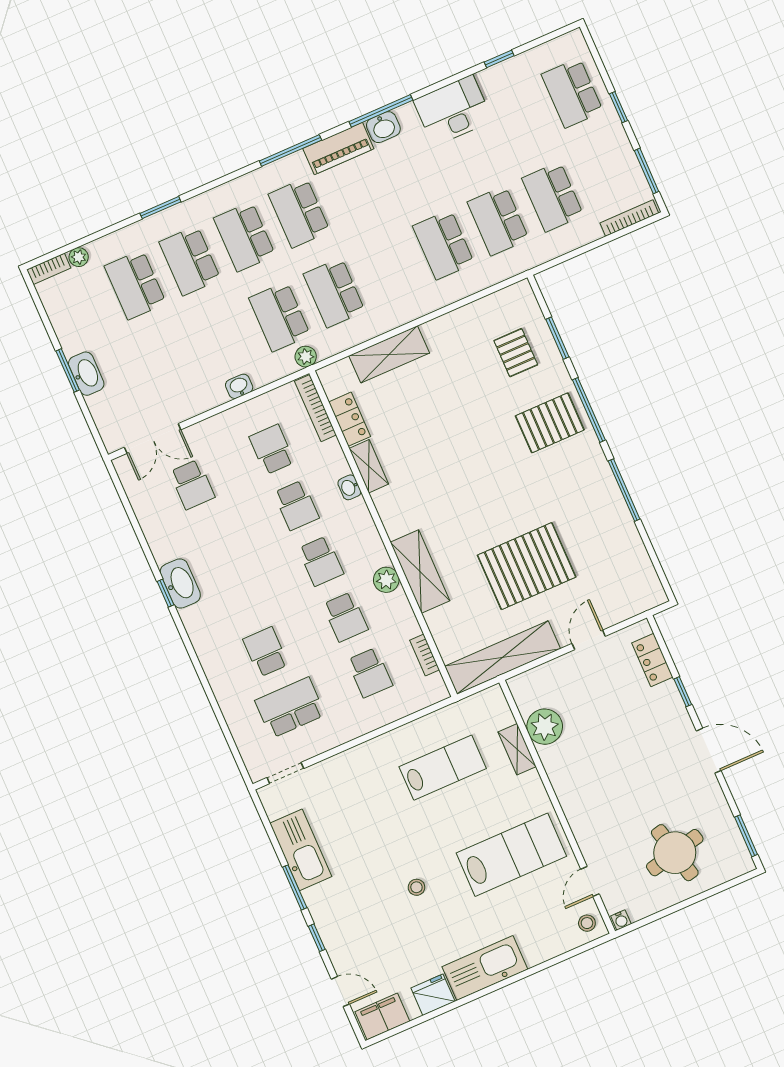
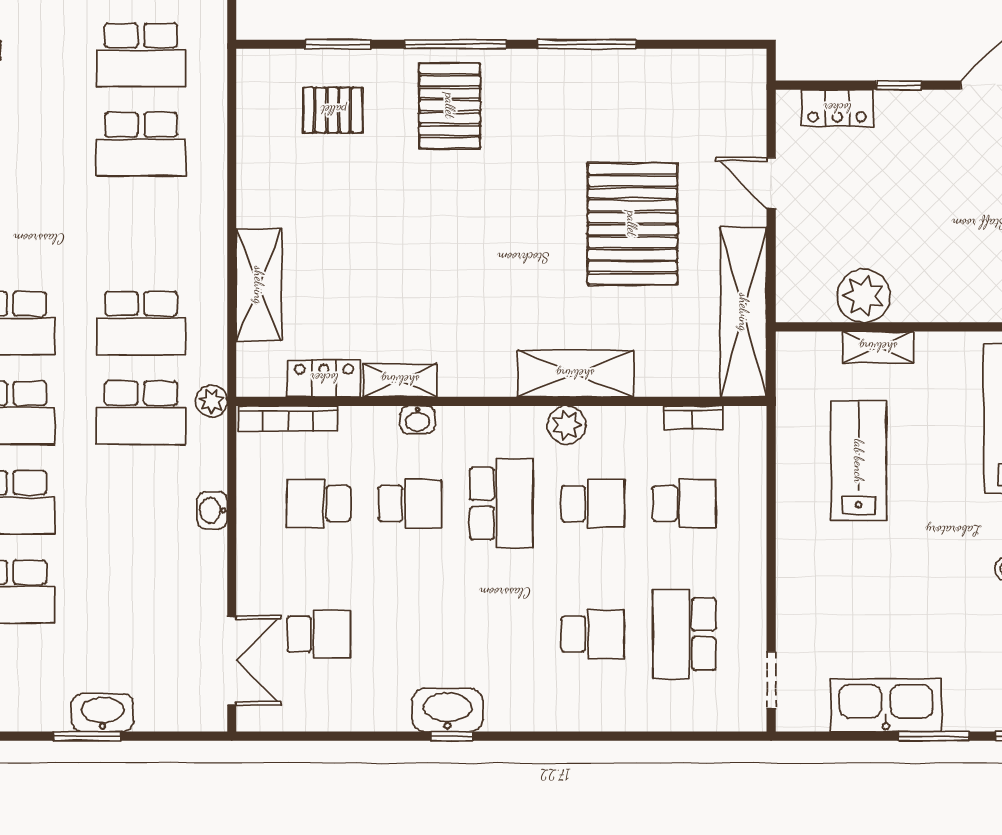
school desk: (321, 561) -> (501, 504), width x1.85
school desk: (266, 652) -> (593, 634), turned 180

